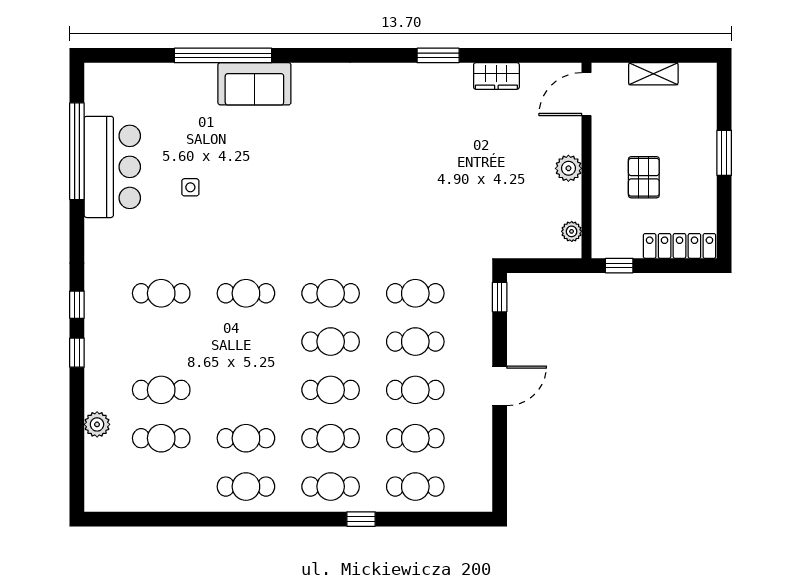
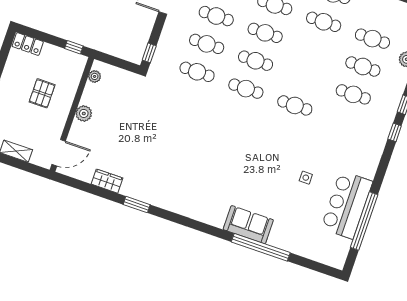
locker: (679, 246) -> (28, 44), width x0.66
cafe table: (161, 293) -> (353, 94), moved

